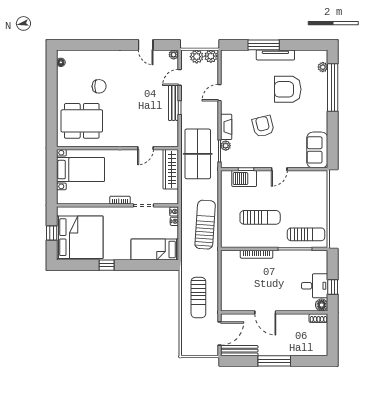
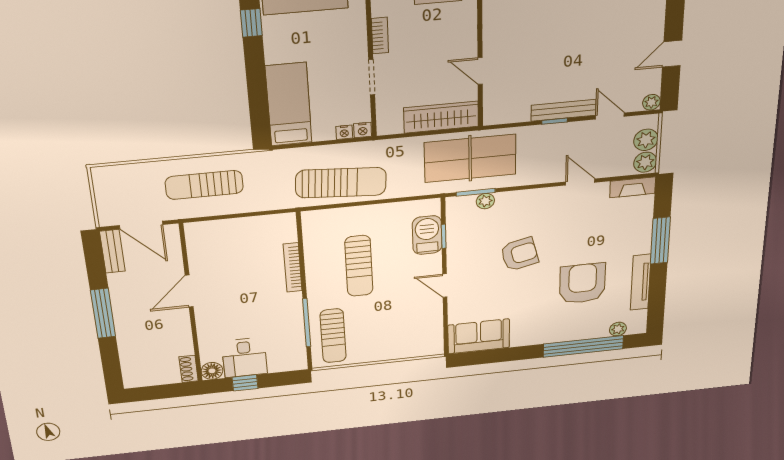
tv unit: (275, 55) -> (641, 282), moved
fireplace: (226, 127) -> (633, 187), moved
bench: (239, 351) -> (112, 251), width x0.73

